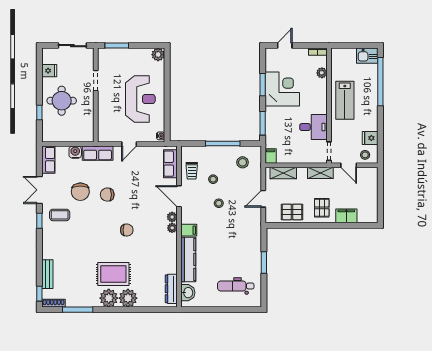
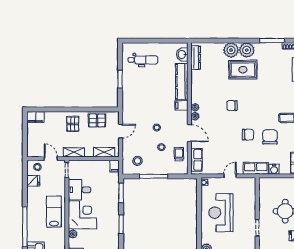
corner desk: (282, 89) -> (82, 215), moved, turned 180
filing cabinet: (346, 216) -> (35, 117), moved

